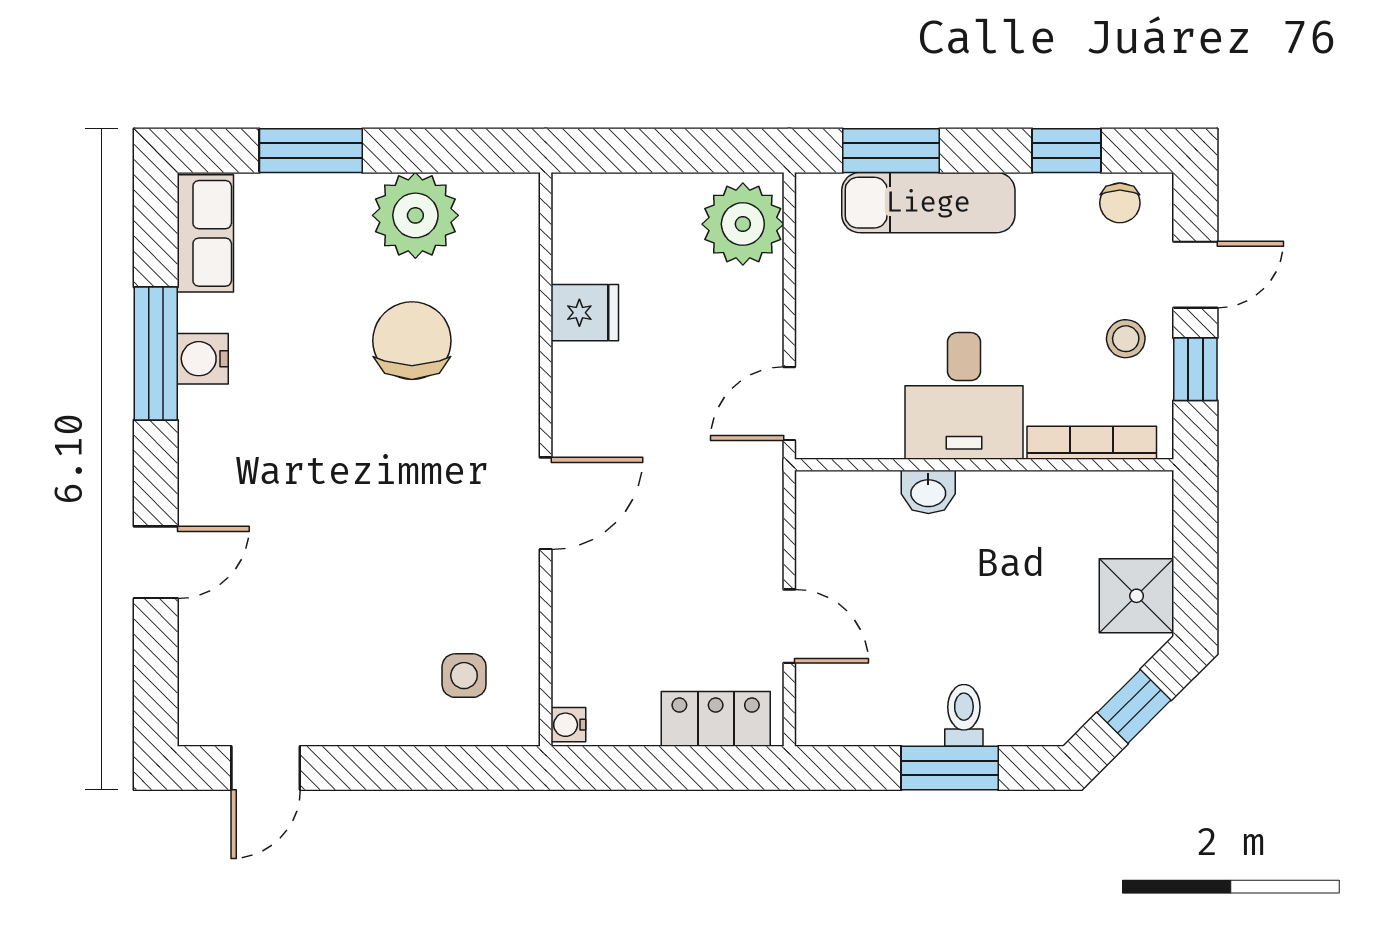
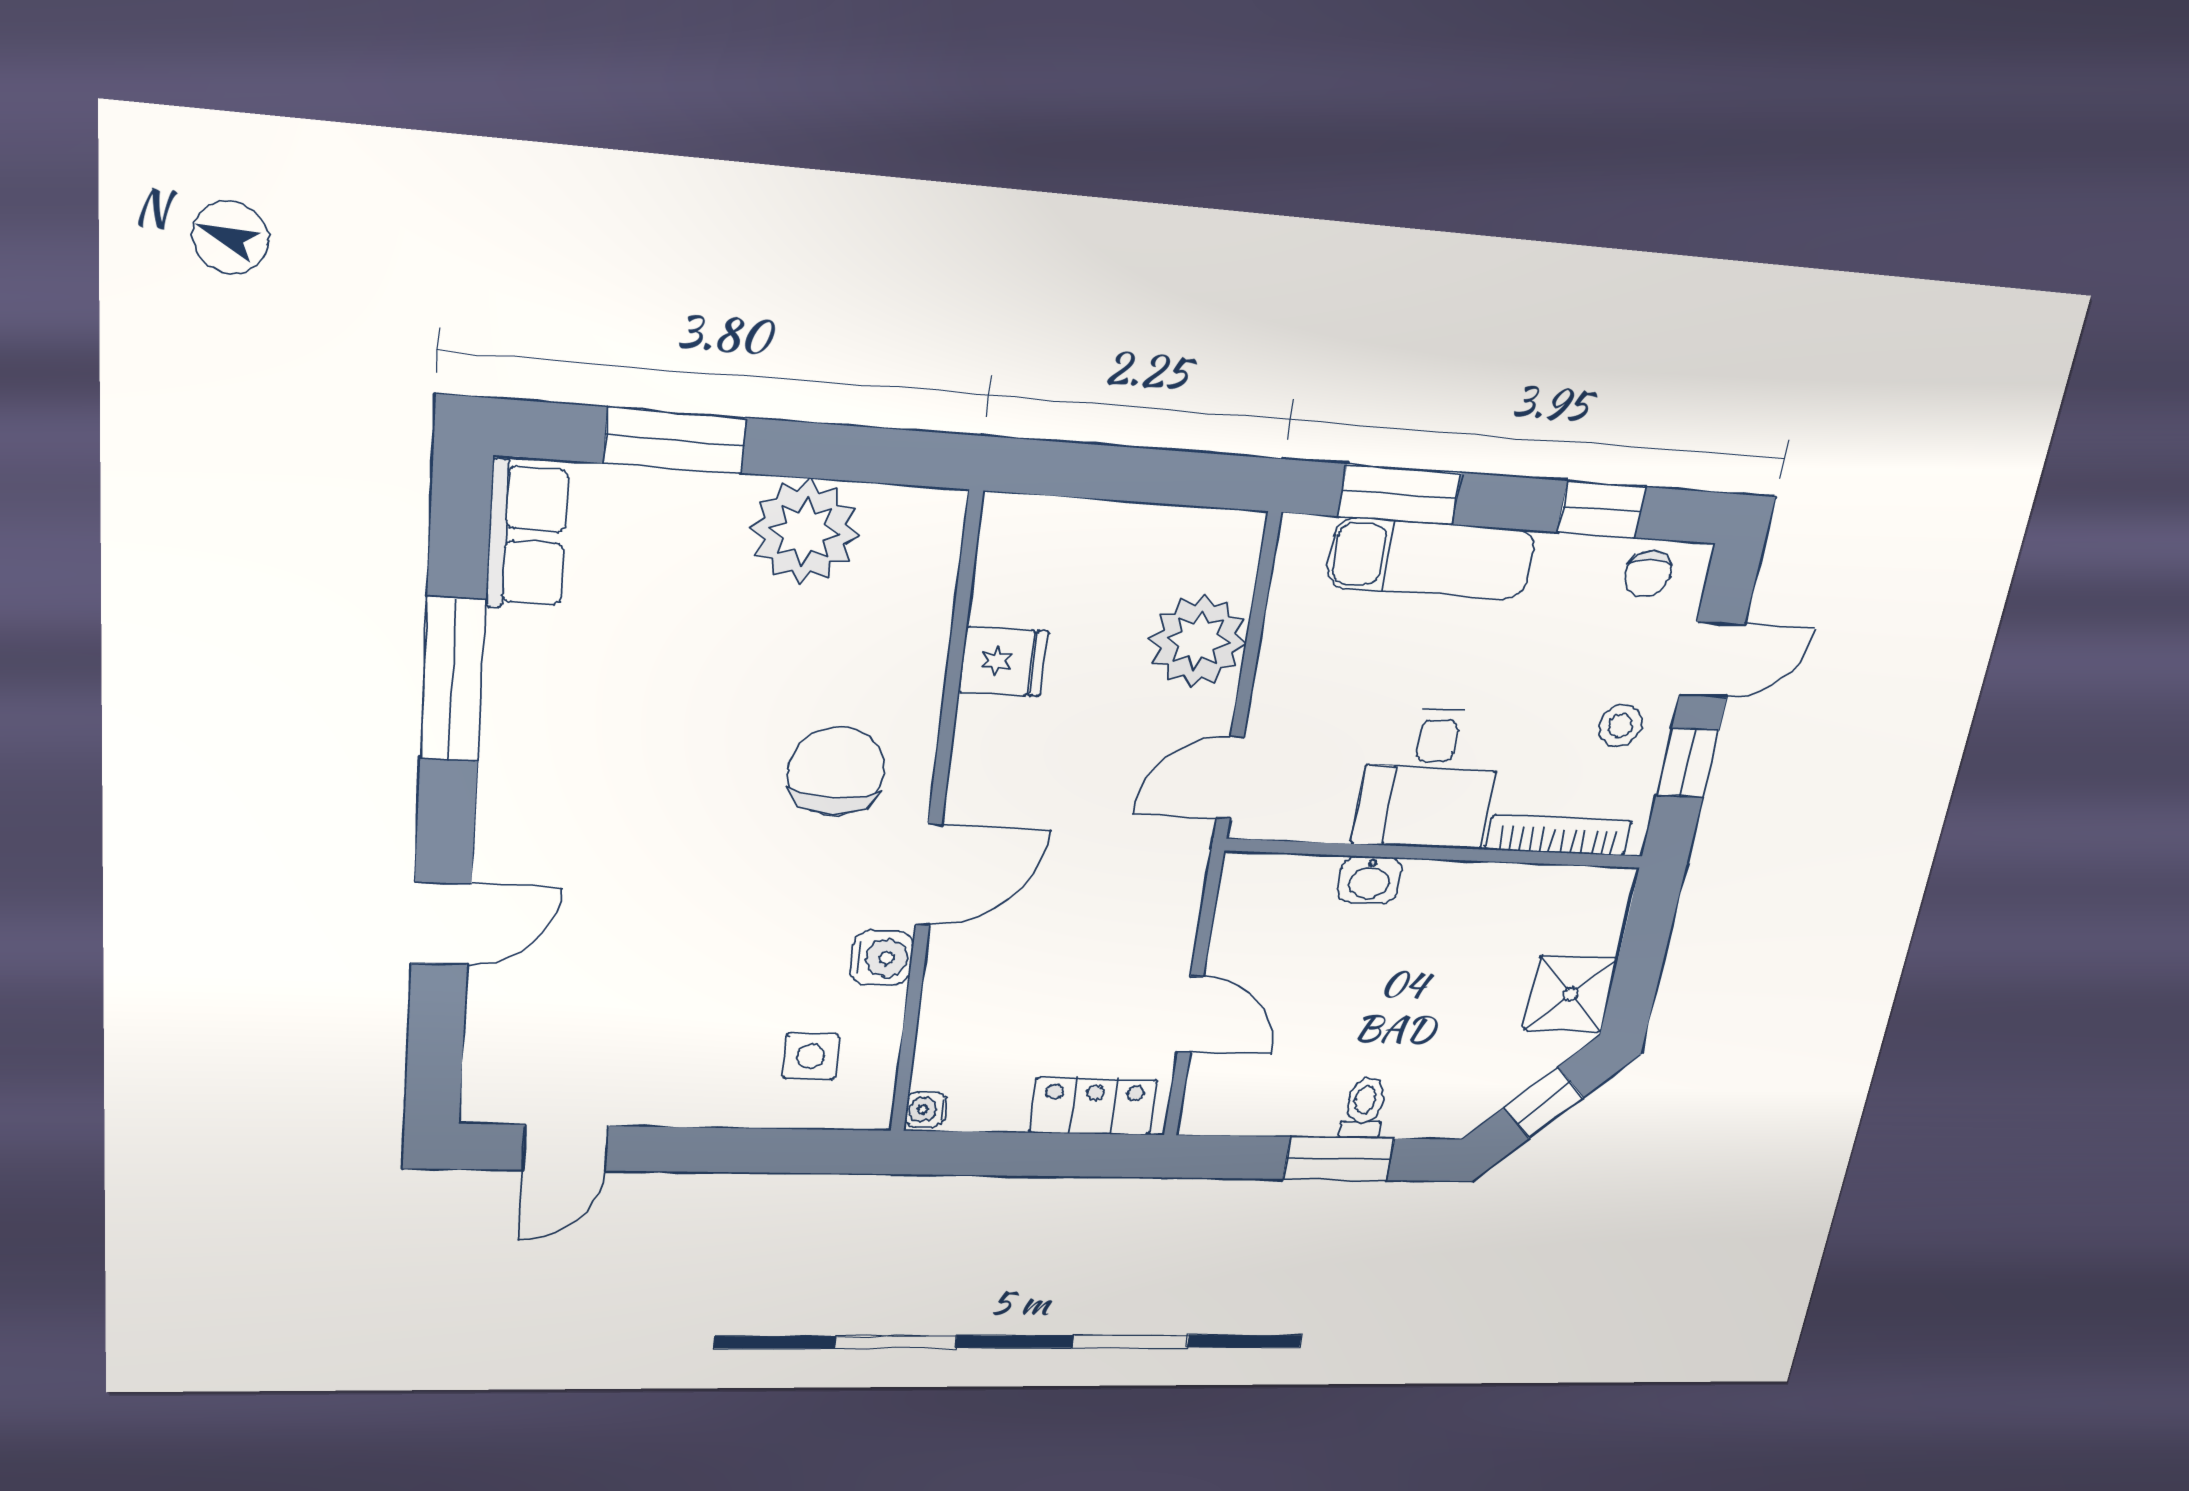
plant: (743, 224) -> (1198, 641), moved
chair: (412, 341) -> (836, 771), moved
water cooler: (203, 359) -> (882, 958), moved, turned 180

